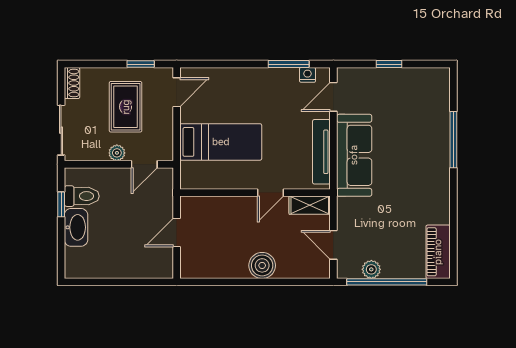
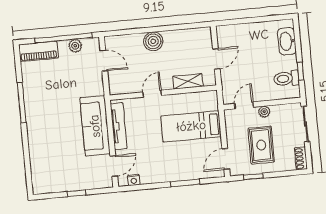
window: (289, 64) -> (185, 183), moved
window: (453, 140) -> (22, 102), moved
shelving: (310, 205) -> (188, 81), moved
washbasin: (76, 227) -> (287, 41), moved
piano: (438, 252) -> (38, 51), moved, turned 90

